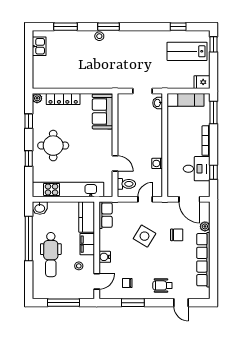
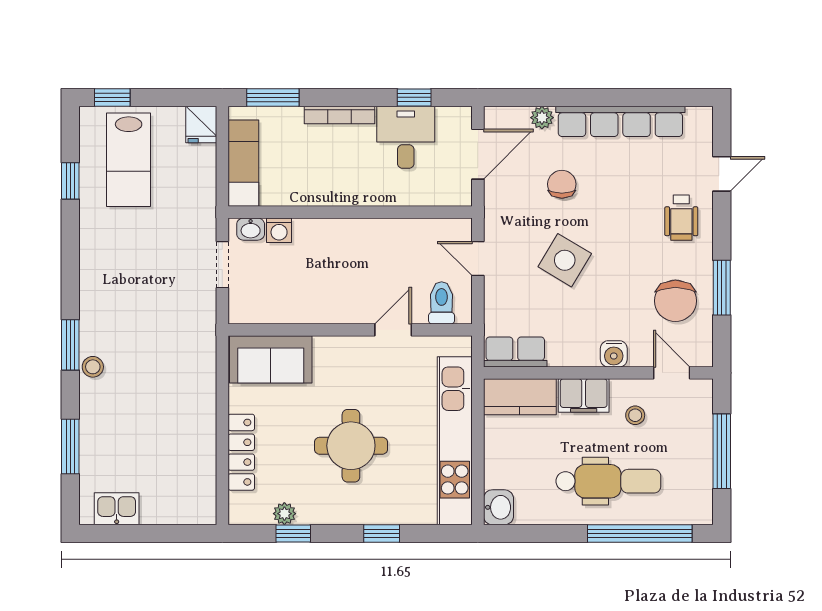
plant: (37, 98) -> (284, 514), moved
round table: (53, 146) -> (351, 446), moved
washing machine: (157, 163) -> (279, 230), moved
window: (29, 238) -> (640, 534), moved
chair: (127, 283) -> (675, 301), width x1.87, depth x1.87

